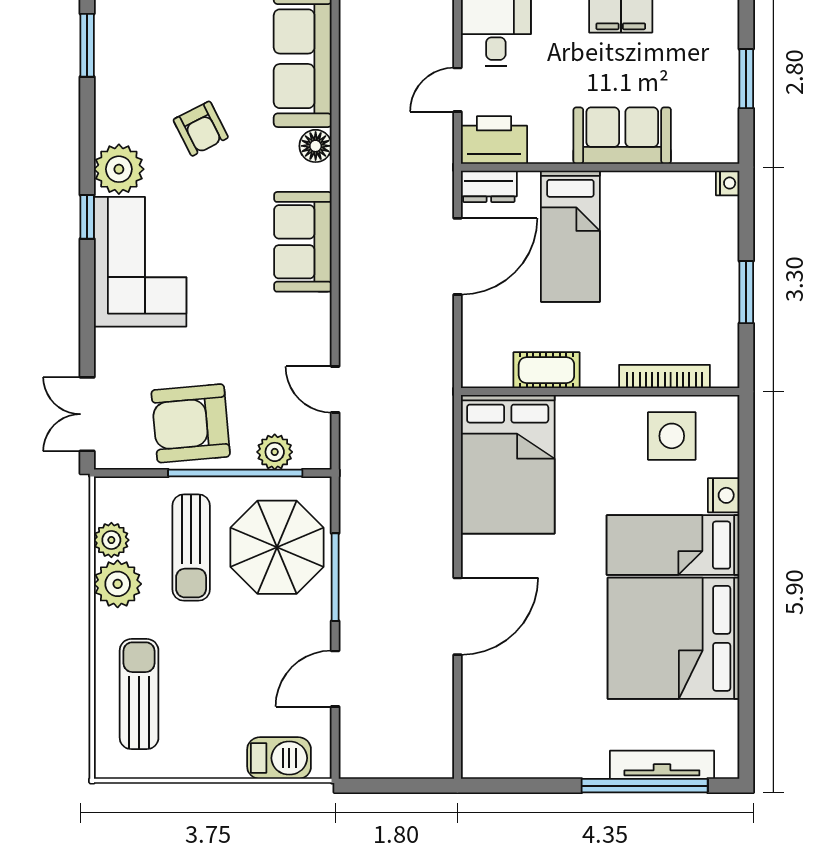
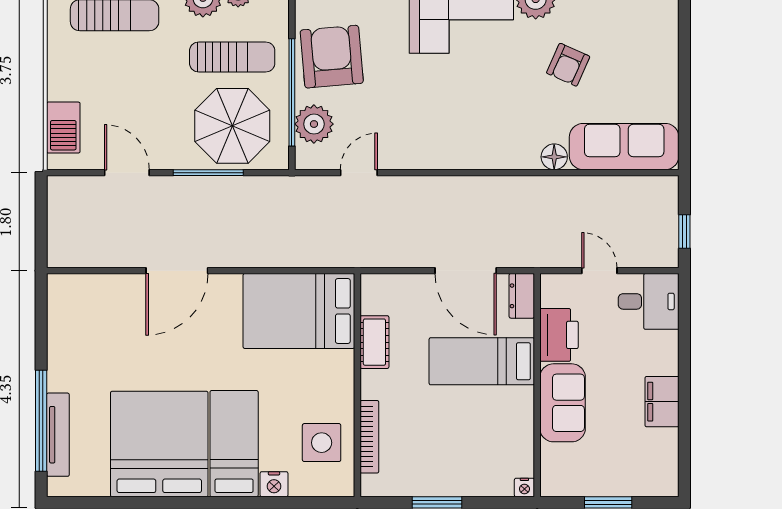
armchair: (201, 129) -> (568, 65), turned -39
printer: (494, 140) -> (559, 335), moved
sofa: (303, 242) -> (477, 147), removed
plant: (275, 452) -> (314, 124), width x1.36, depth x1.36
sun lounger: (191, 547) -> (232, 57), turned 180
door: (457, 616) -> (177, 271), hinge flipped

